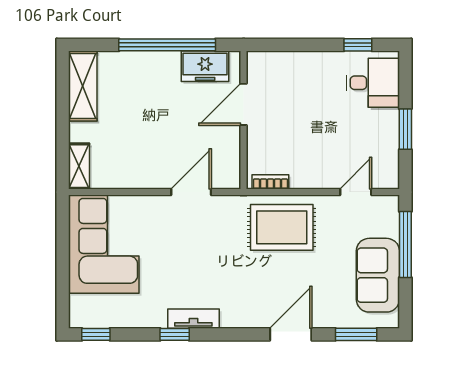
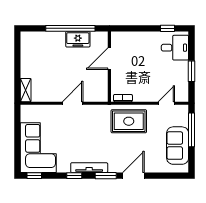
freezer: (205, 66) -> (78, 39), moved
shelving: (83, 86) -> (28, 49), removed
door: (191, 192) -> (73, 103), moved
corner sofa: (104, 244) -> (38, 148), moved
tv unit: (193, 319) -> (89, 168), width x1.41
window: (356, 334) -> (106, 176), moved

